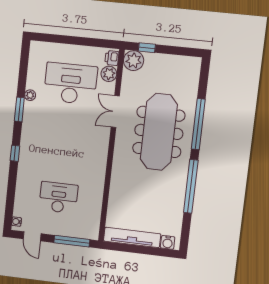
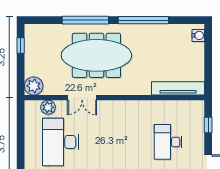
window: (147, 48) -> (21, 45), moved
printer: (112, 58) -> (33, 106), removed
tv unit: (132, 237) -> (178, 88), moved, turned 90
window: (72, 241) -> (208, 125), width x0.46

